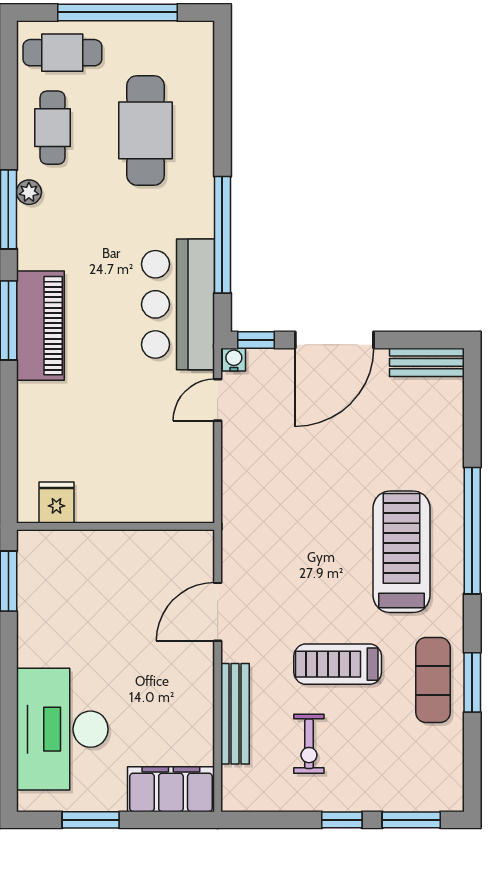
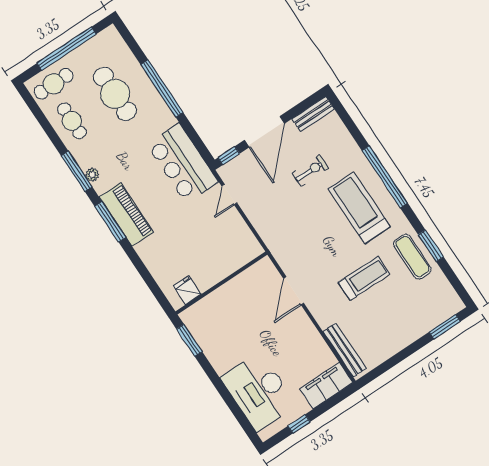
plant: (29, 192) -> (92, 175), moved
window: (222, 235) -> (162, 88), moved
water cooler: (234, 360) -> (225, 171), removed
treadmill: (338, 664) -> (364, 278), turned 180
bench: (235, 714) -> (345, 350), moved
exercise bike: (309, 744) -> (310, 171), moved, turned -90
window: (91, 820) -> (299, 424), width x0.67
window: (342, 820) -> (413, 348), removed

